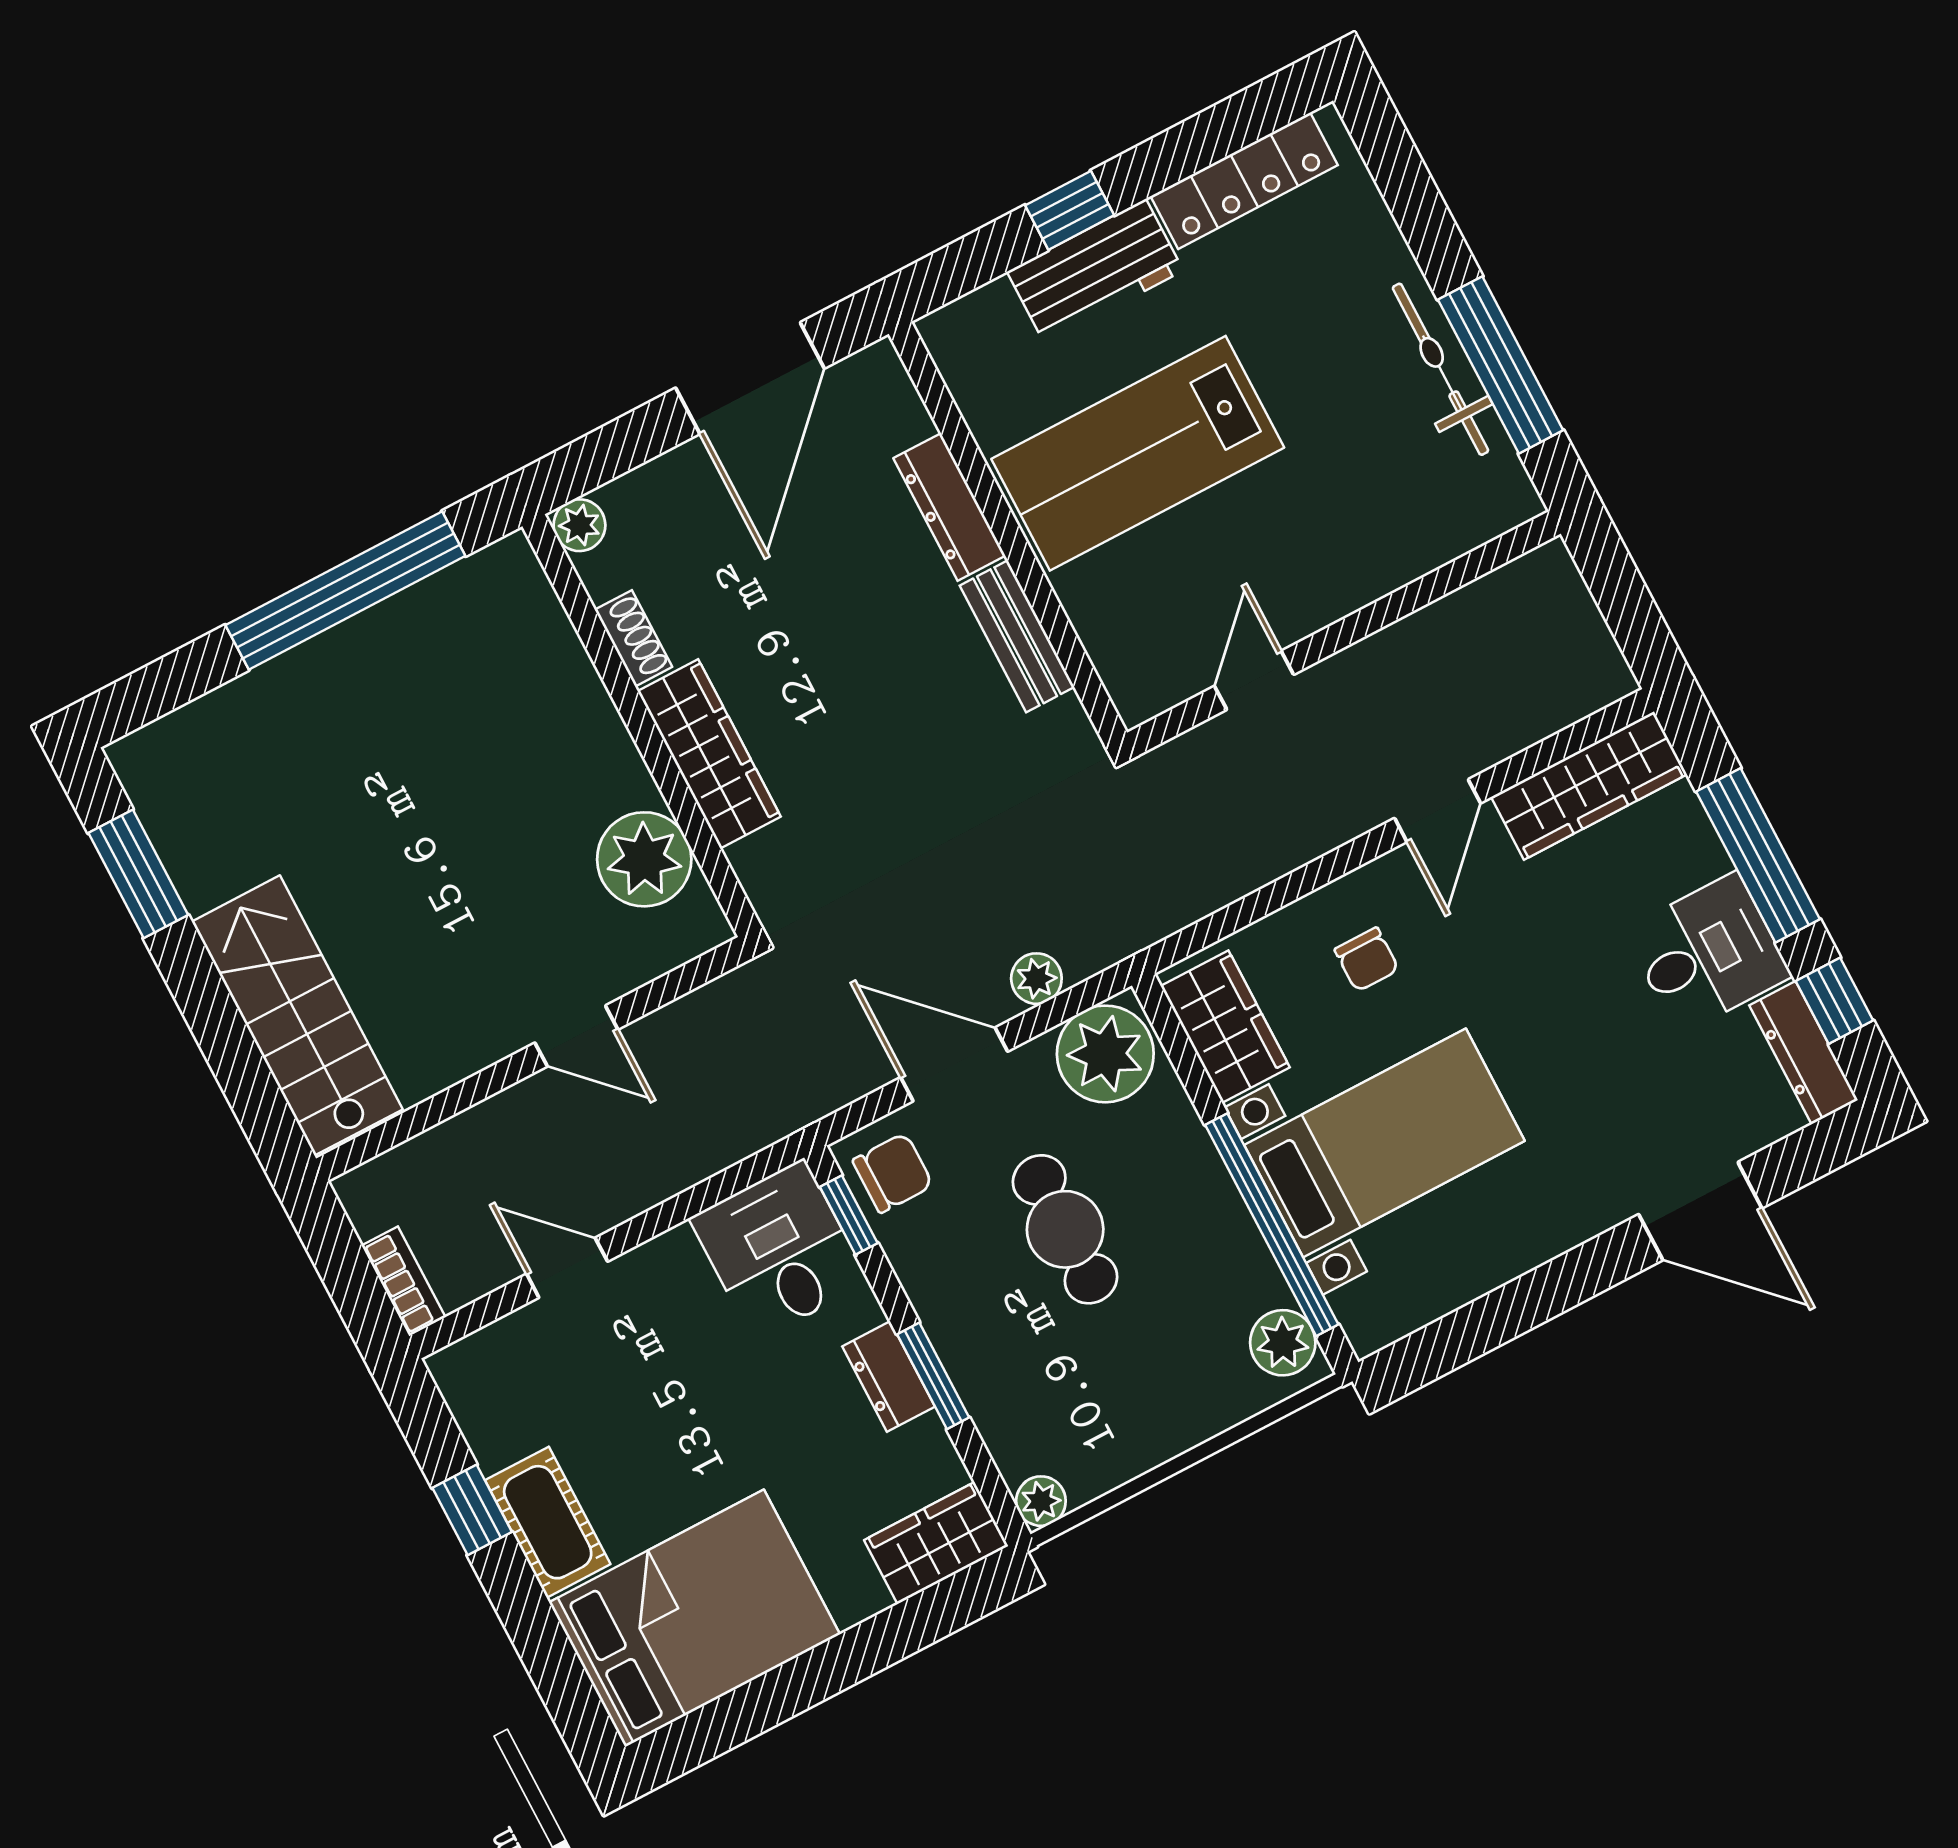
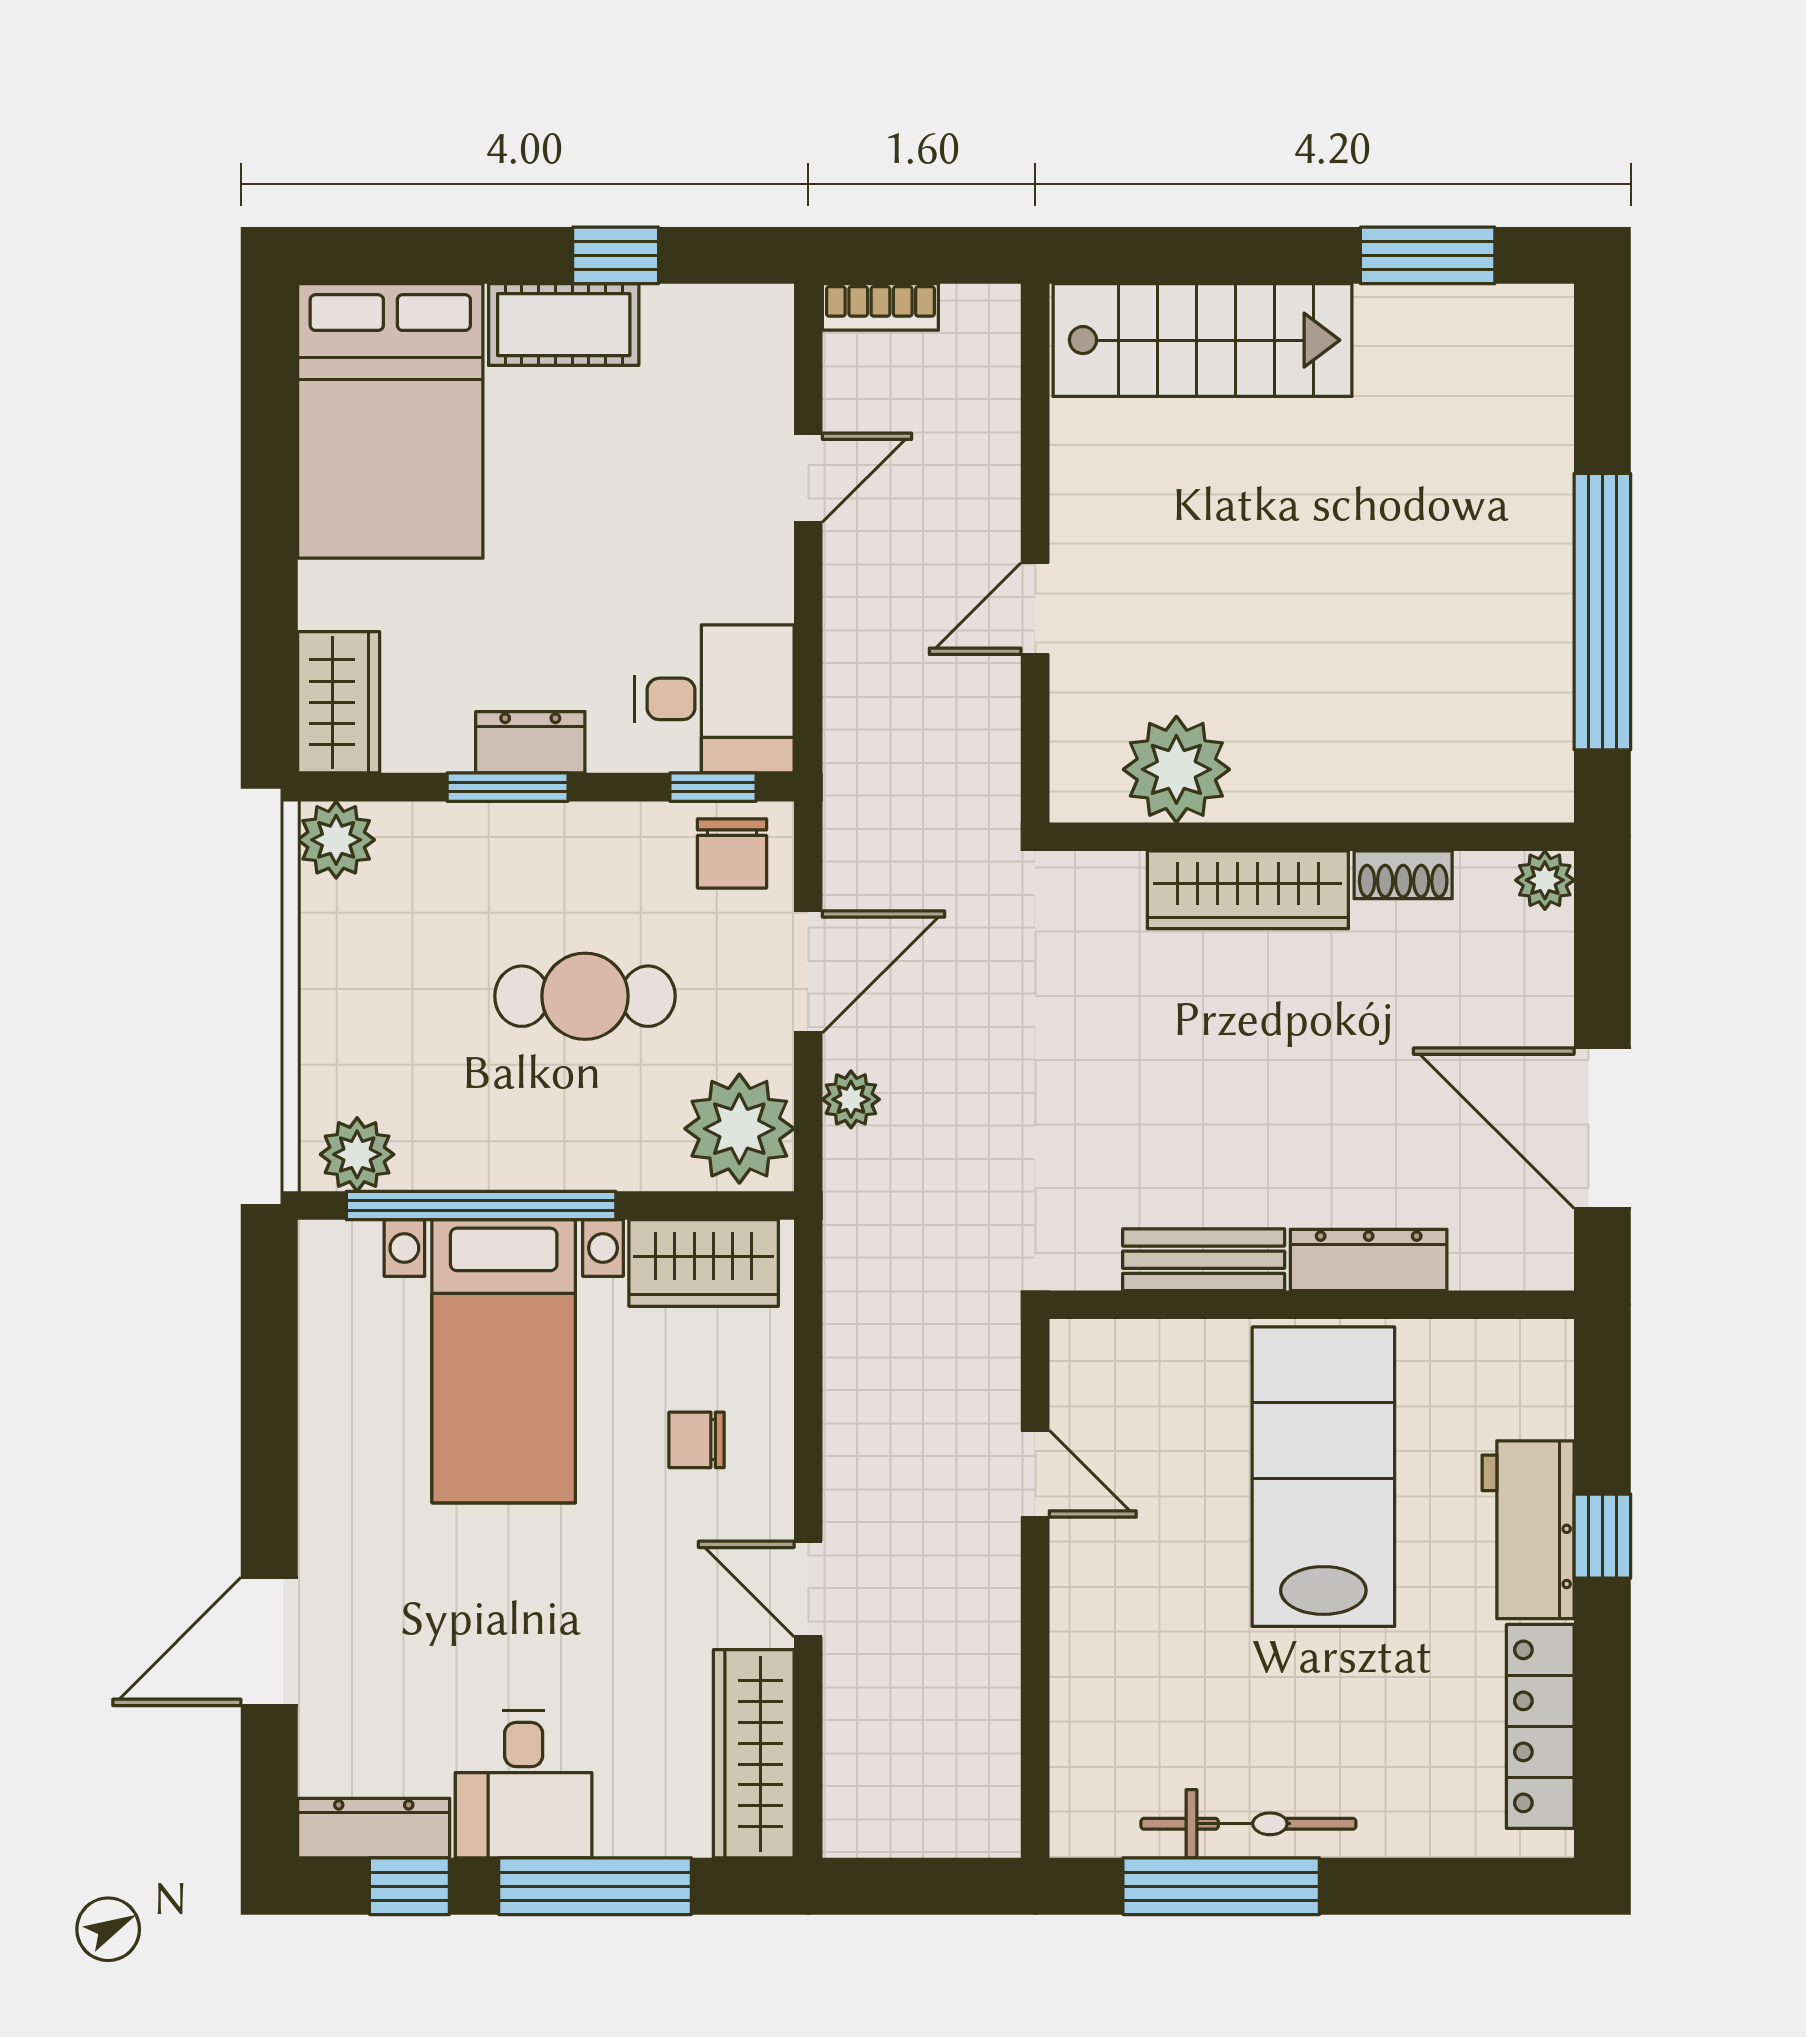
plant: (1041, 1501) -> (336, 840), width x1.38, depth x1.38

